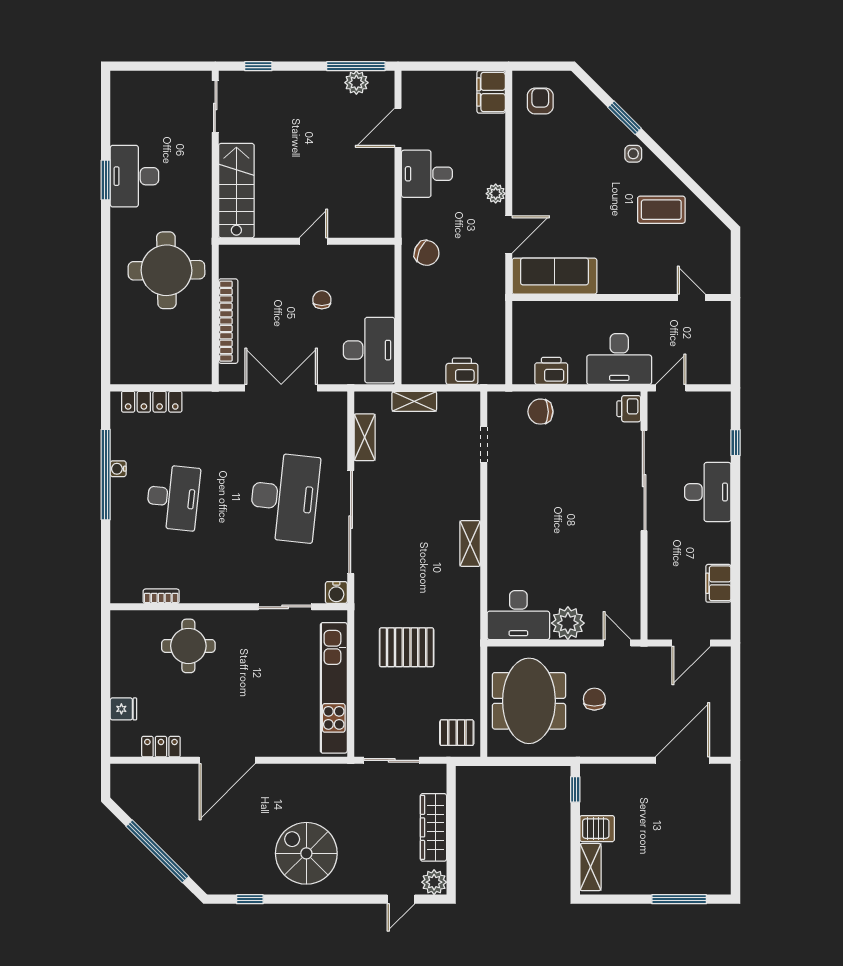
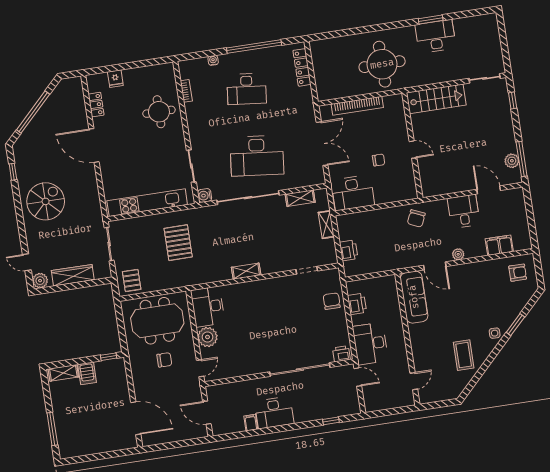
filing cabinet: (491, 92) -> (499, 245), moved
water cooler: (118, 469) -> (213, 60), moved
desk: (708, 492) -> (274, 413), moved
filing cabinet: (718, 583) -> (251, 423), width x0.50

